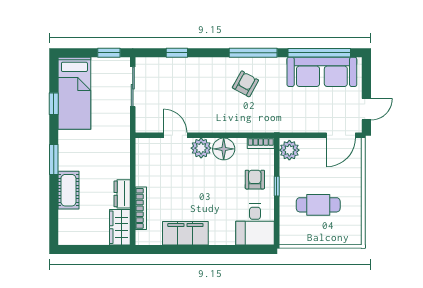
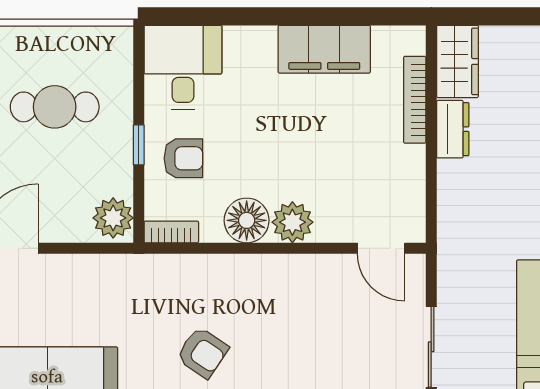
armchair: (245, 84) -> (202, 353), turned -85
door: (175, 135) -> (381, 248), moved
armchair: (255, 180) -> (183, 158), turned -90

